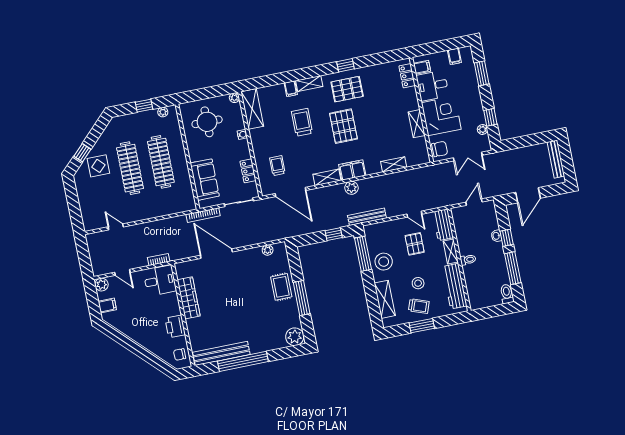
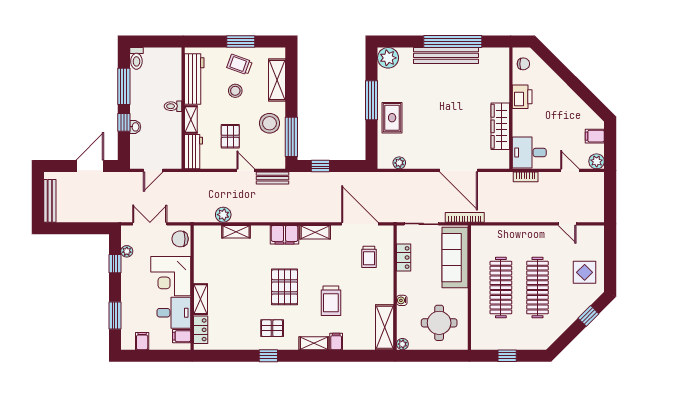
pallet: (347, 89) -> (272, 328), width x0.67, depth x0.71
plant: (163, 112) -> (487, 344), removed
shelving: (417, 124) -> (200, 299), moved
display table: (98, 166) -> (585, 272), moved
sofa: (205, 180) -> (455, 258), width x1.36
plant: (351, 188) -> (223, 215), moved
door: (414, 214) -> (246, 170), moved
bench: (367, 217) -> (273, 178), width x0.73
bench: (221, 353) -> (446, 55), moved

